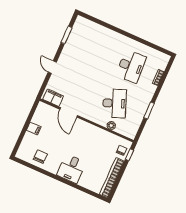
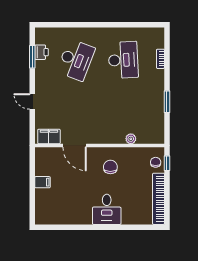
printer: (75, 35) -> (41, 52), added
desk: (115, 103) -> (76, 60), moved, turned 42
chair: (40, 157) -> (110, 167), moved

